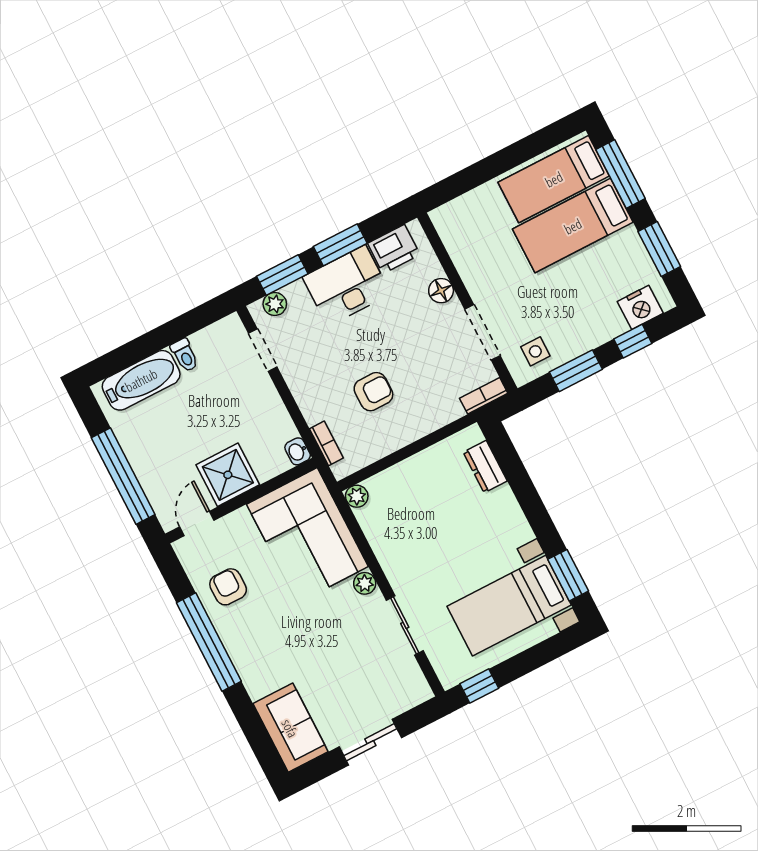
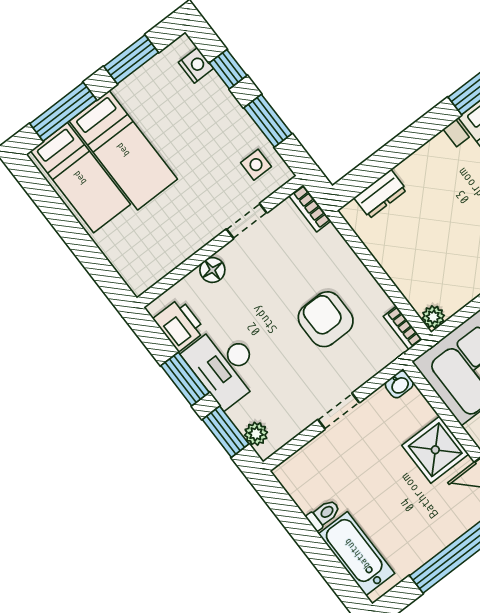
nightstand: (640, 307) -> (196, 65), width x0.74, depth x0.75
doorway: (482, 332) -> (247, 221), width x0.73
doorway: (263, 350) -> (339, 411), moved
armchair: (373, 392) -> (326, 319), width x1.38, depth x1.38
bookcase: (326, 443) -> (403, 328), moved, turned -90

